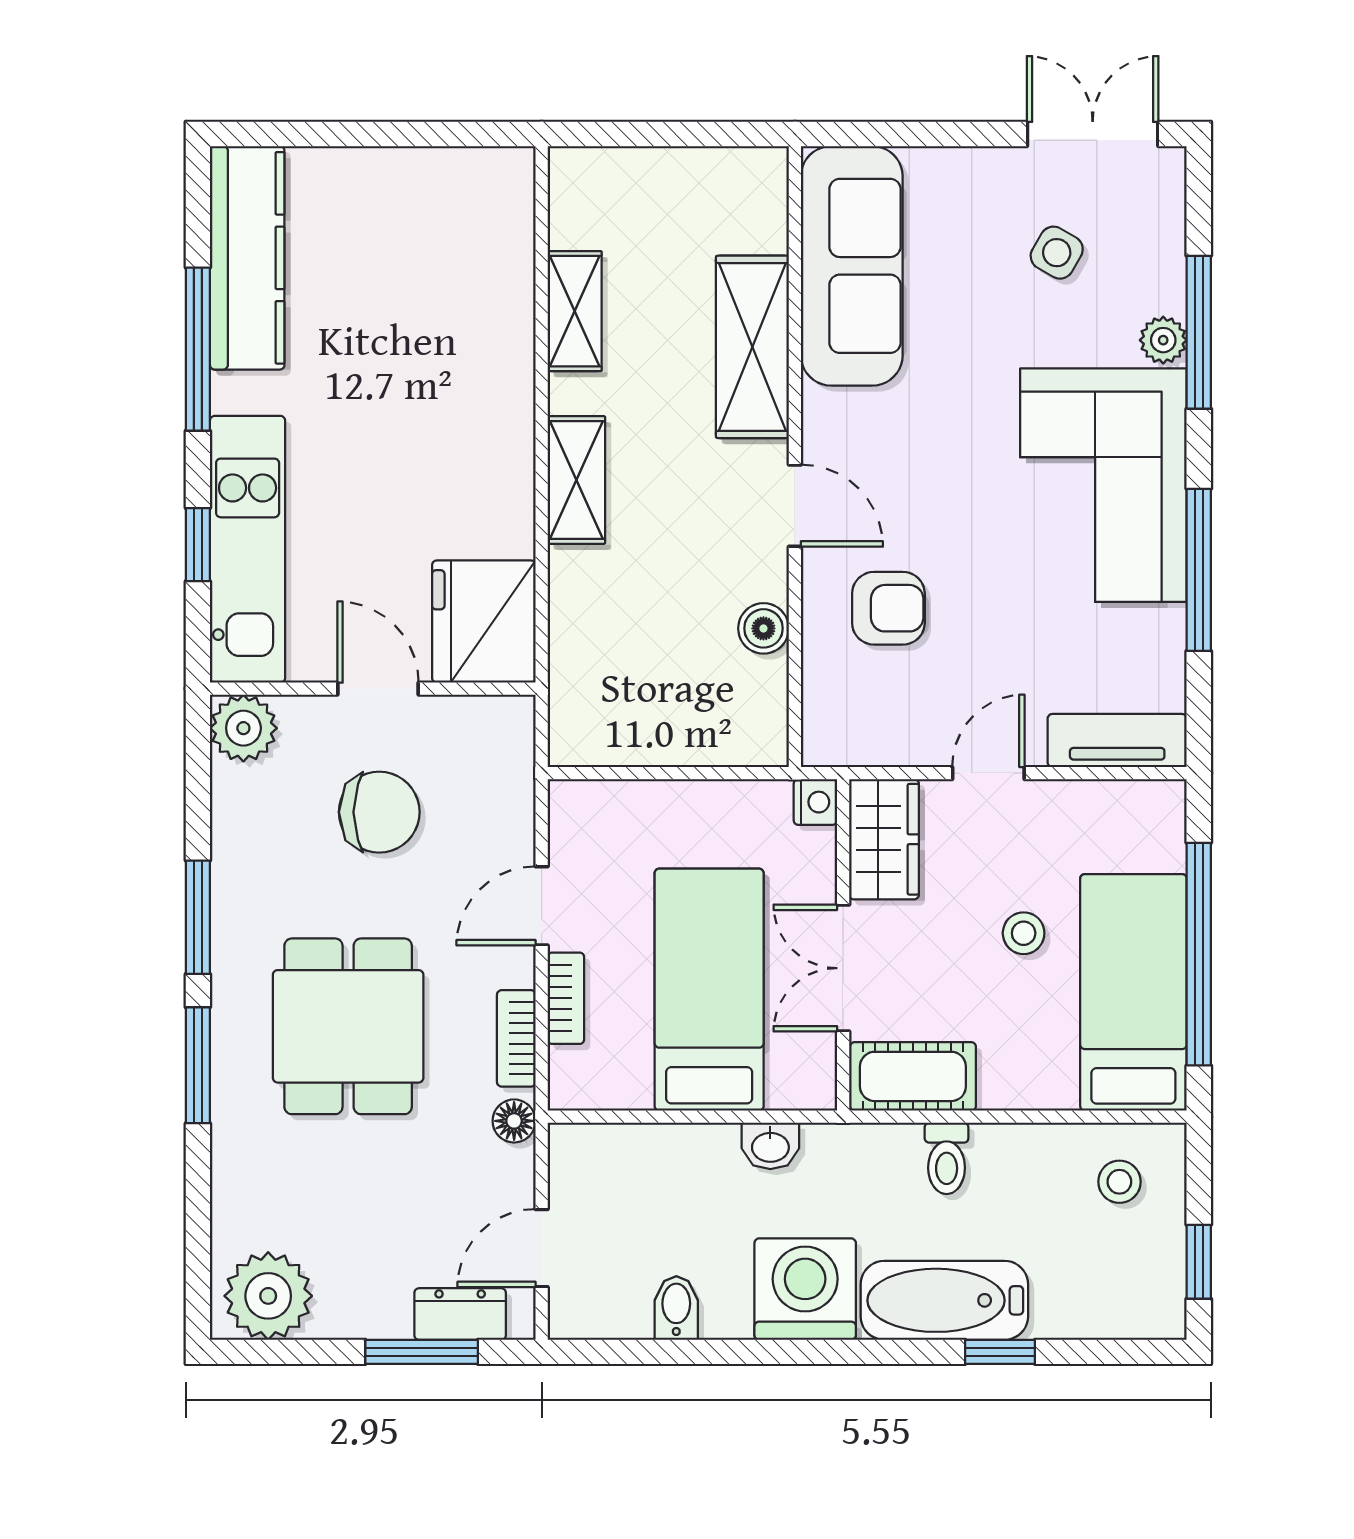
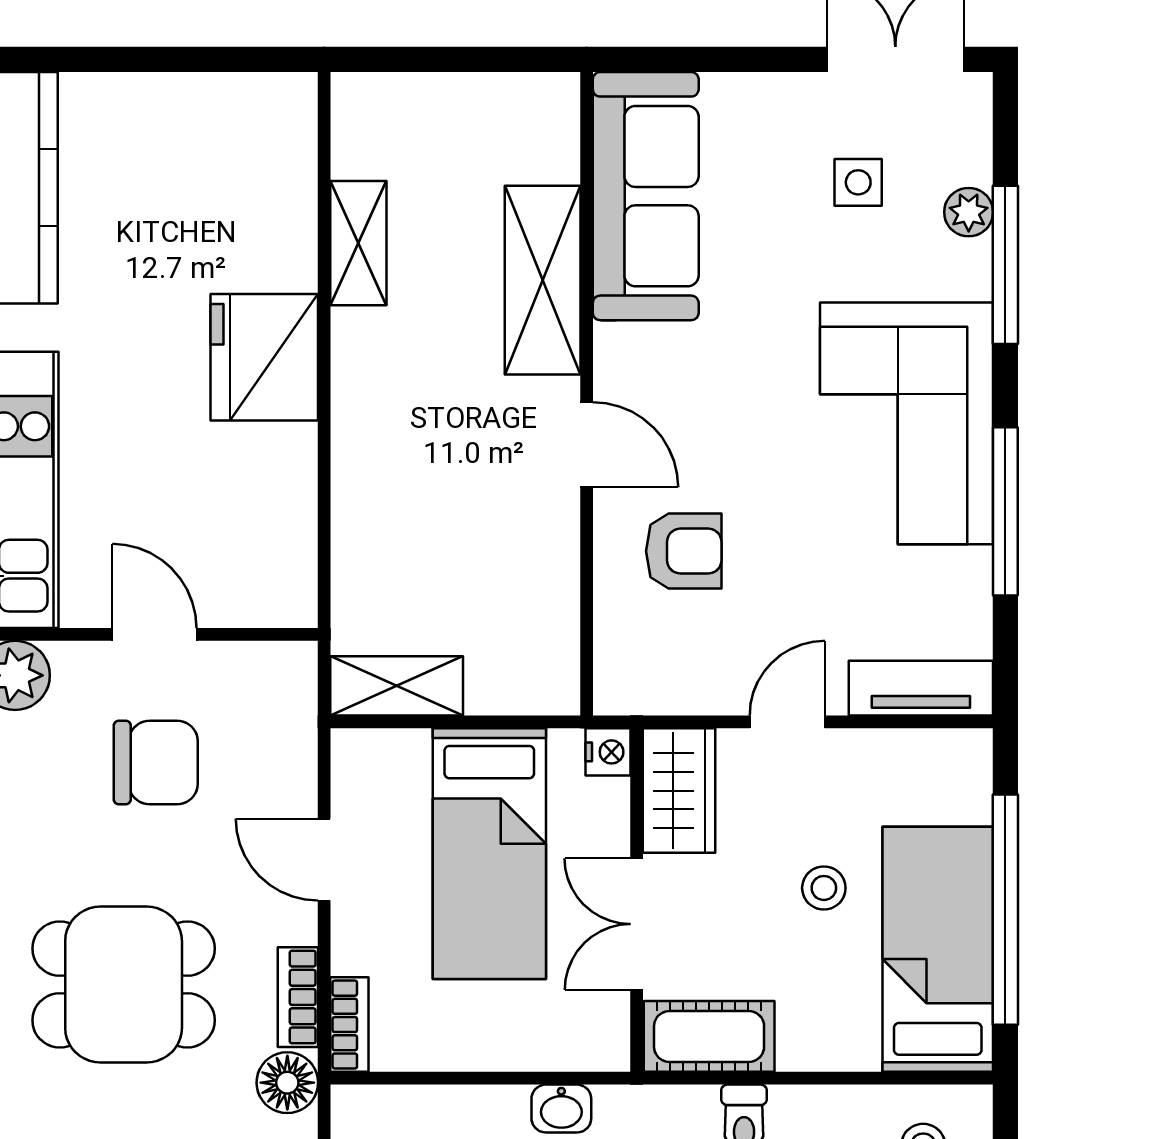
side table: (1057, 253) -> (858, 182), turned -30
plant: (1163, 340) -> (969, 212), moved
shelving: (576, 480) -> (397, 686), moved, turned 90
fridge: (484, 622) -> (264, 357), moved
boiler: (763, 628) -> (554, 572), removed
door: (542, 906) -> (324, 860), hinge flipped
bed: (709, 990) -> (489, 854), moved, turned 180
bookcase: (566, 998) -> (349, 1025), moved
dining table: (348, 1026) -> (124, 984), turned 90
floor lamp: (514, 1121) -> (287, 1083), width x1.37, depth x1.37

